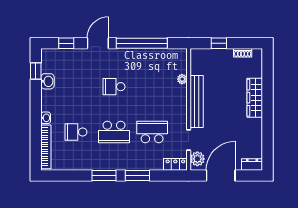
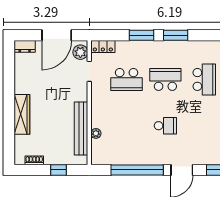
bench: (197, 102) -> (81, 128), moved
school desk: (76, 132) -> (204, 79), width x1.85

